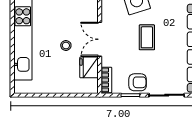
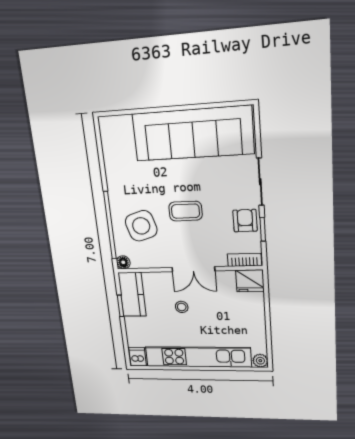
stool: (66, 45) -> (182, 307), moved
fridge: (89, 67) -> (250, 281), moved
plant: (20, 88) -> (260, 361), added

